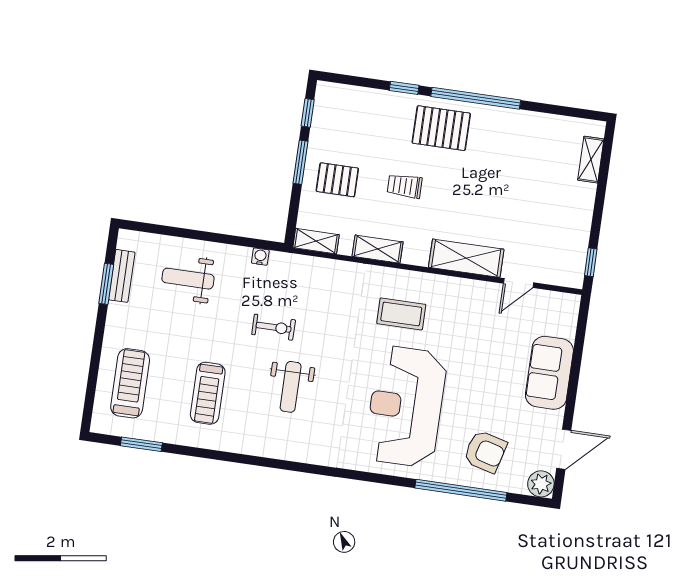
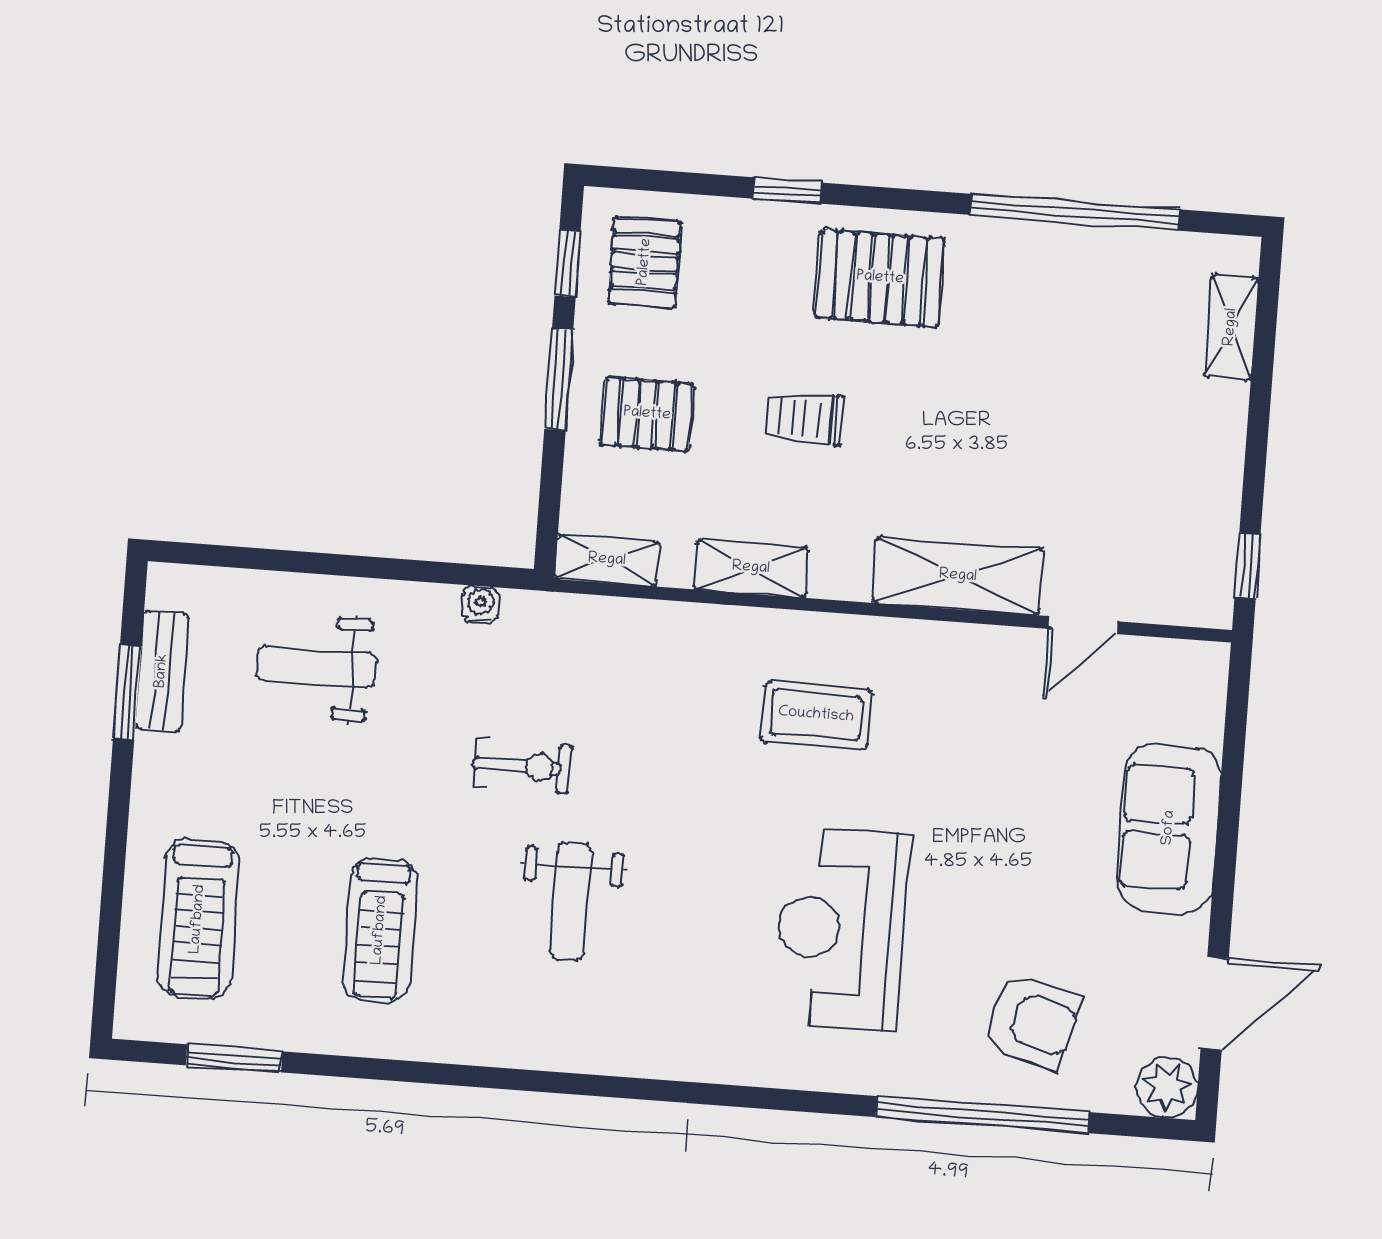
window: (476, 98) -> (1075, 212), moved
pallet: (341, 115) -> (645, 262), added
treadmill: (130, 383) -> (198, 919), turned 180
reception desk: (406, 406) -> (841, 929), width x0.74, depth x0.77

